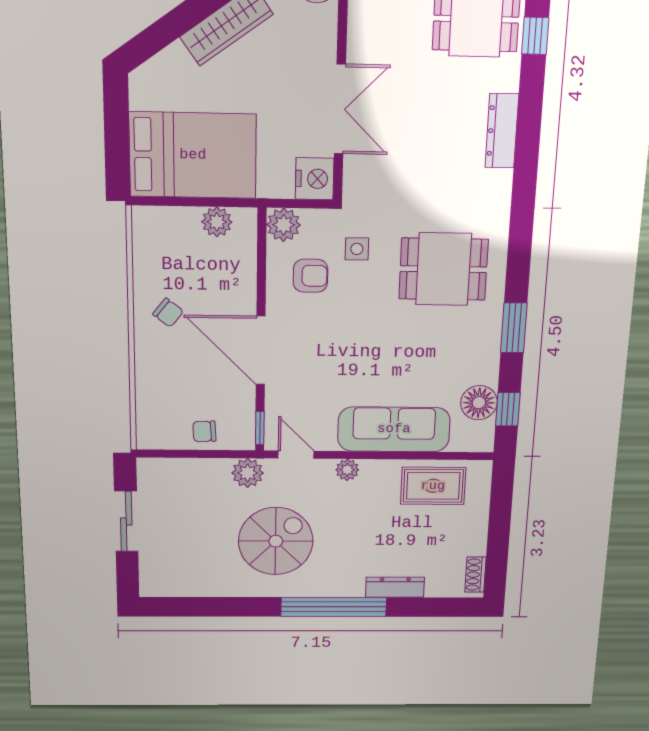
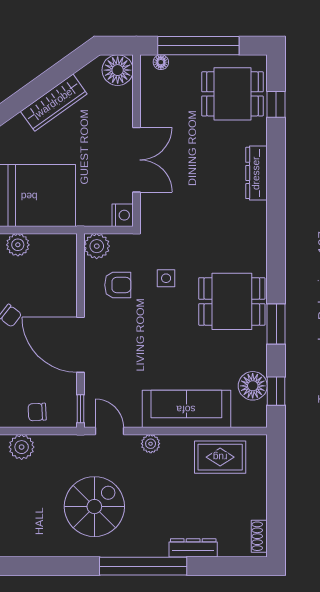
nightstand: (315, 179) -> (123, 215), width x0.74, depth x0.75
plant: (217, 222) -> (18, 245), moved
side table: (357, 249) -> (166, 278), moved
dining table: (444, 269) -> (232, 301), moved
plant: (248, 473) -> (22, 447), moved

